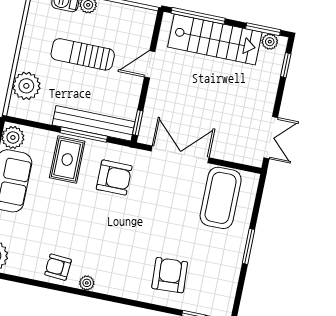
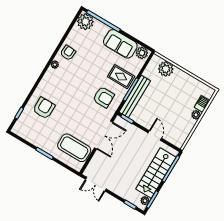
sun lounger: (83, 54) -> (172, 103), removed
armchair: (114, 178) -> (104, 97), turned -90
armchair: (170, 275) -> (44, 108), turned -87

